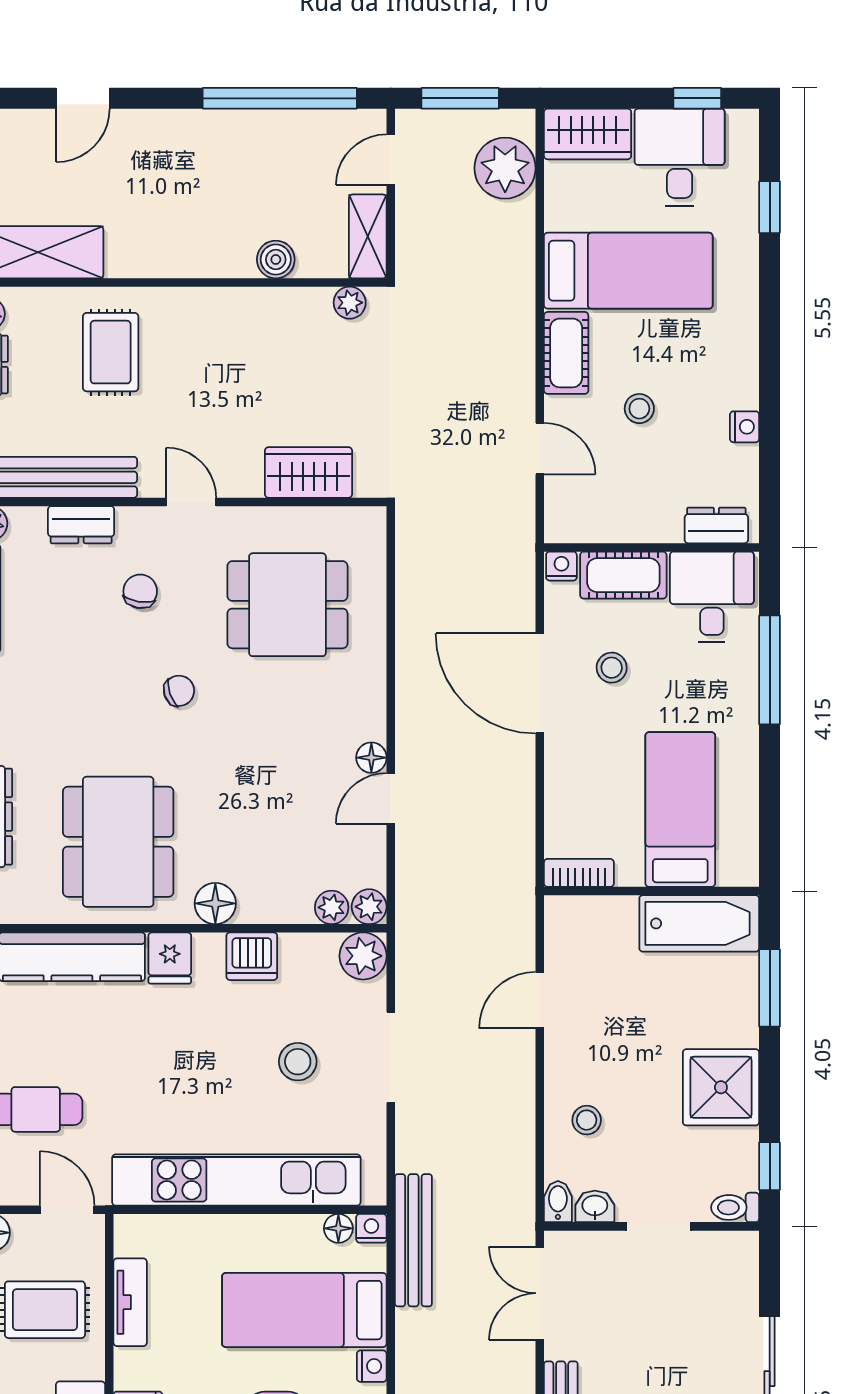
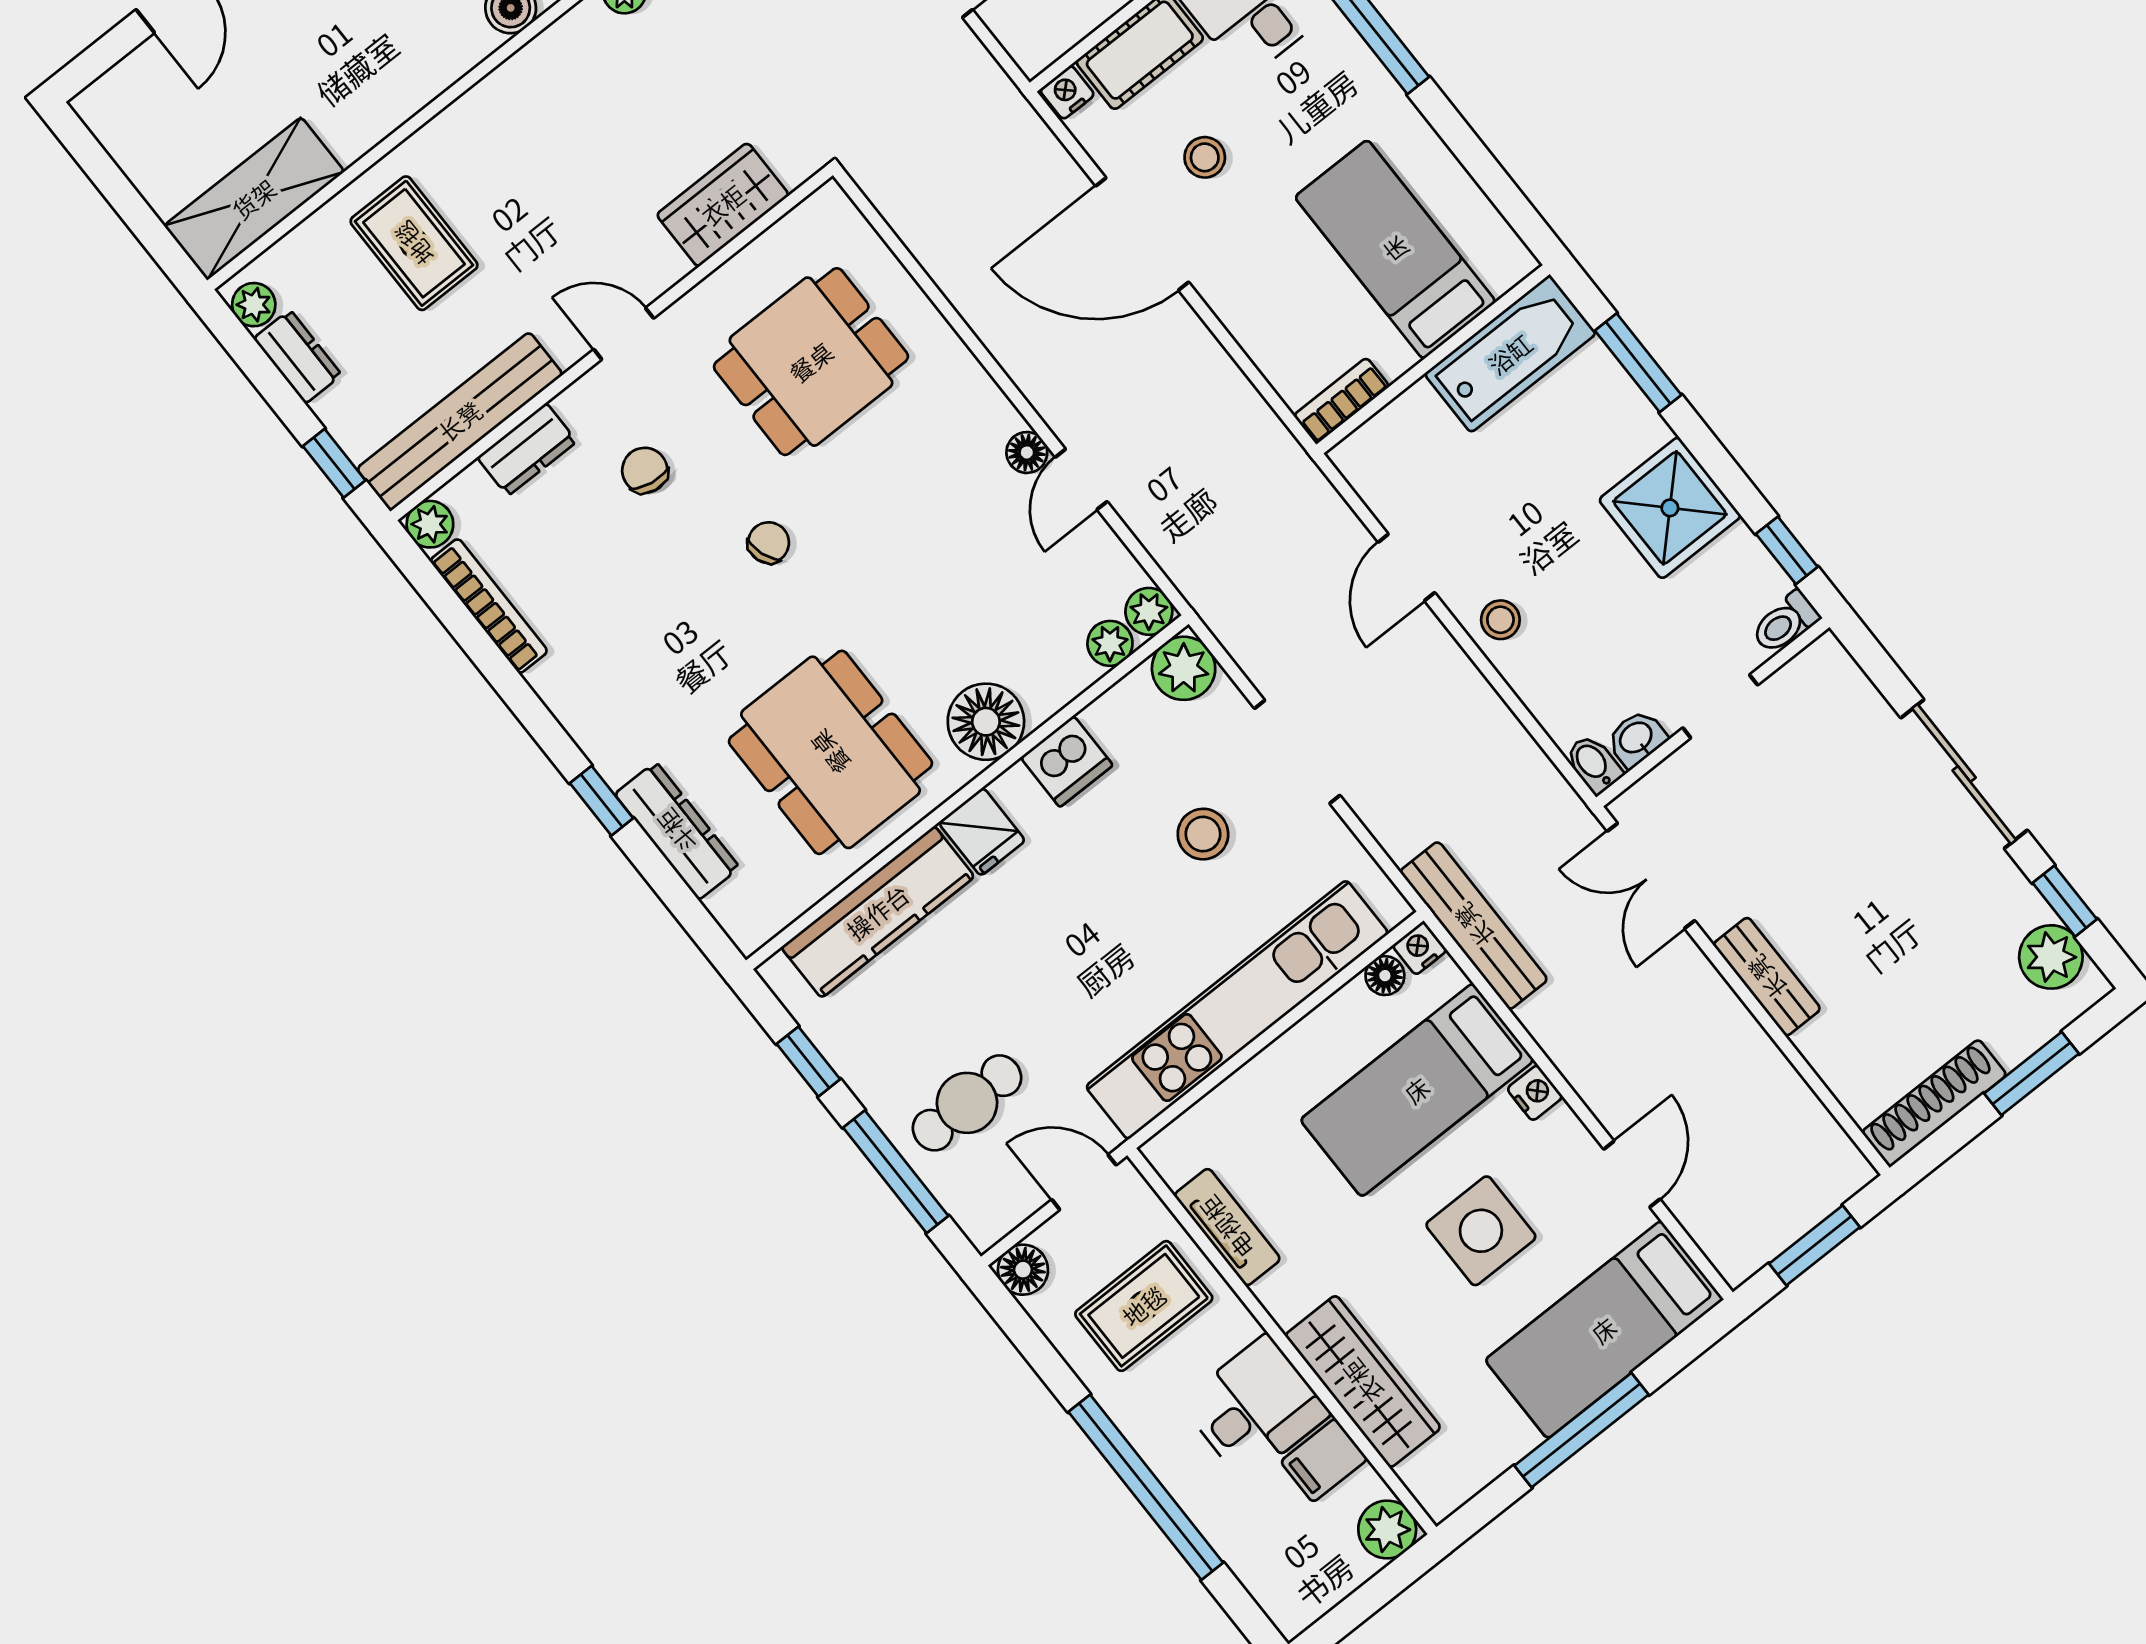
floor lamp: (215, 903) -> (986, 722), width x1.38, depth x1.38
stool: (587, 1120) -> (1500, 620), moved

